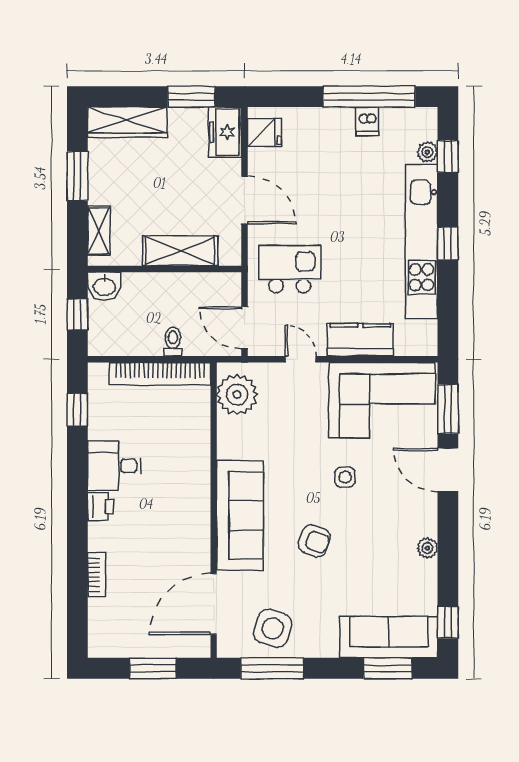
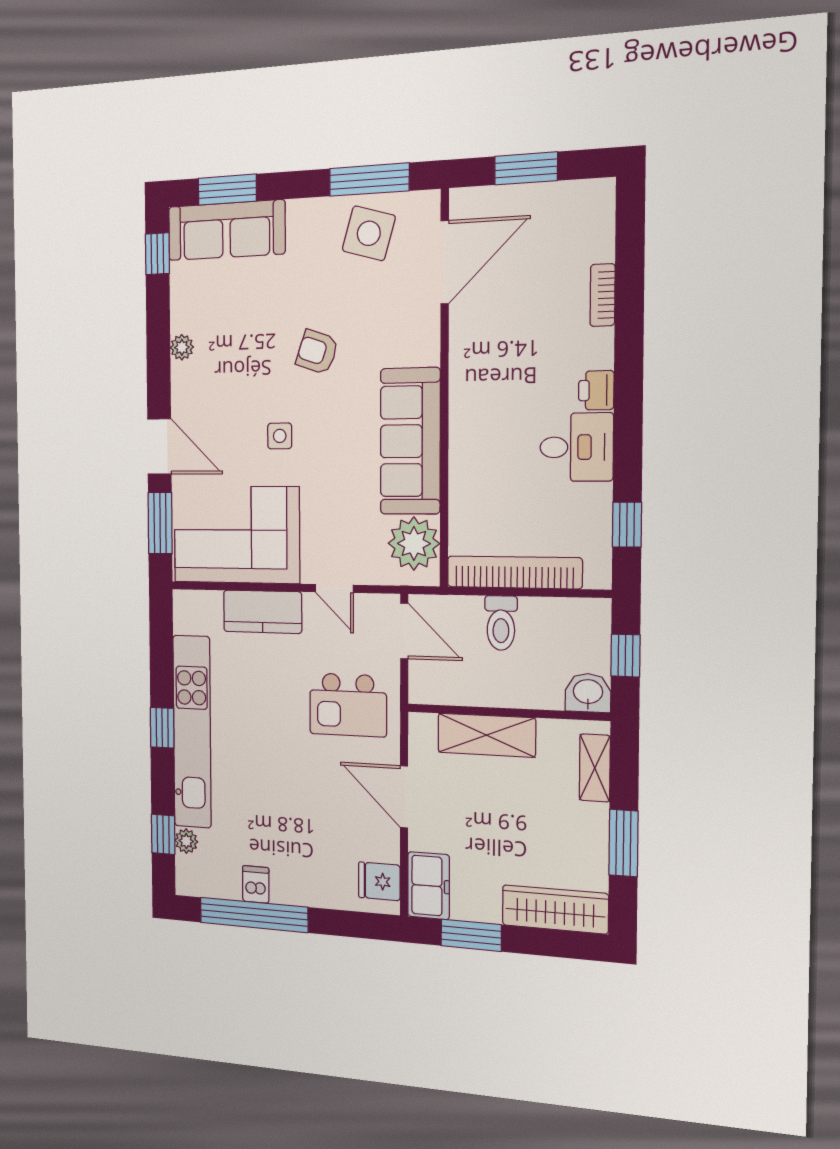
toilet: (173, 341) -> (501, 623), width x1.37, depth x1.39
sofa: (240, 515) -> (410, 441), moved

